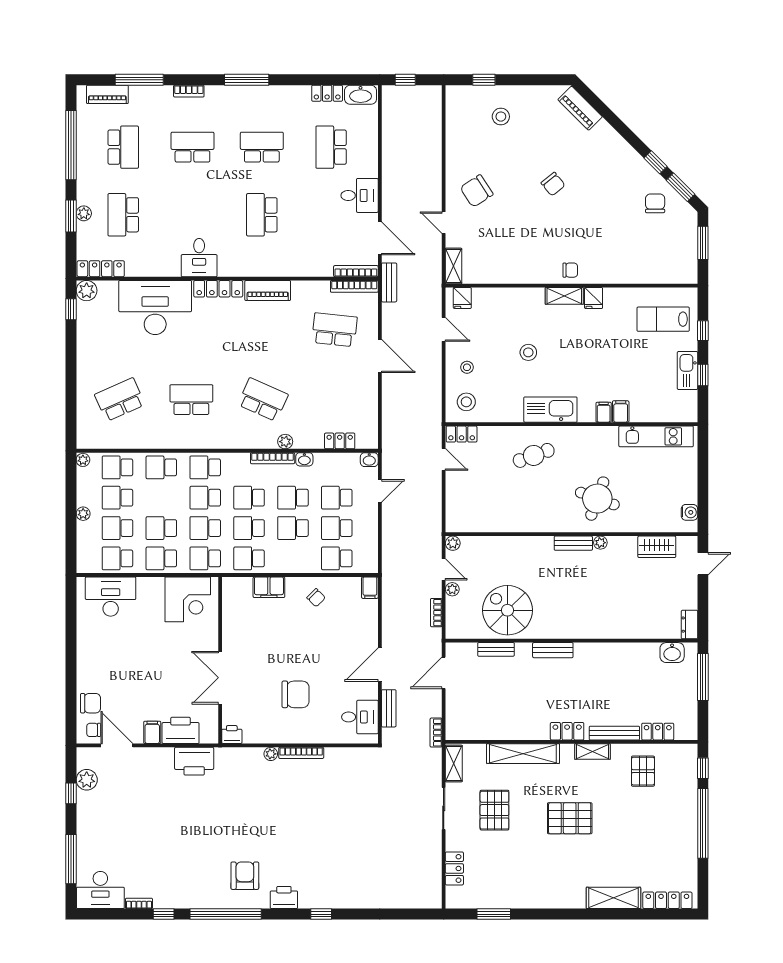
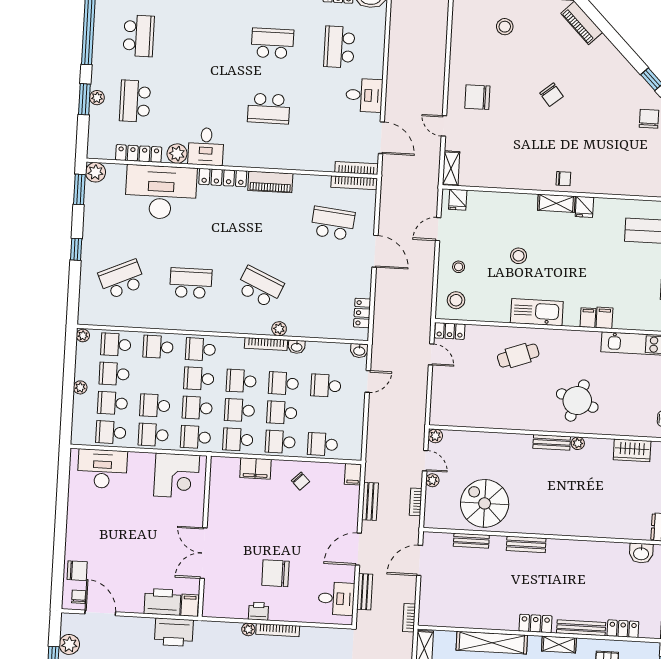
school desk: (192, 147) -> (206, 40), removed
chair: (477, 191) -> (477, 97), turned 33
school desk: (262, 215) -> (269, 109), turned -90
plant: (170, 267) -> (177, 154), added
locker: (101, 269) -> (139, 153), moved
bench: (389, 282) -> (370, 501), moved
window: (71, 309) -> (79, 189), width x1.50
door: (444, 329) -> (438, 229), swing flipped
window: (71, 371) -> (76, 249), added
locker: (340, 441) -> (362, 313), moved, turned -90
school desk: (337, 528) -> (280, 442), moved
chair: (296, 694) -> (275, 573), turned 180
chair: (94, 730) -> (79, 597), turned 90
filing cabinet: (152, 732) -> (190, 605), moved
printer: (232, 735) -> (259, 611), moved

